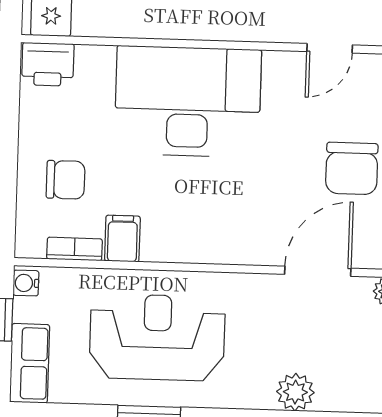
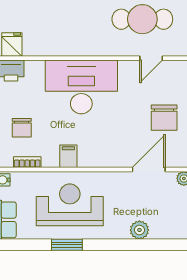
chair: (66, 180) -> (22, 128), turned 90
filing cabinet: (122, 239) -> (68, 156), moved

